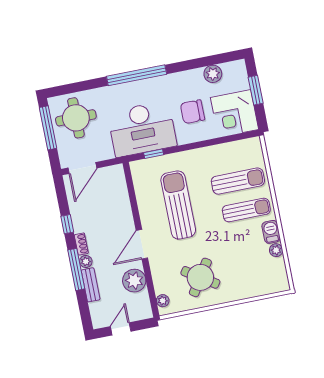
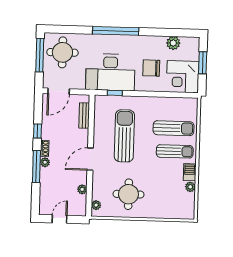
round table: (200, 277) -> (128, 194), turned -33
plant: (134, 281) -> (82, 189), width x0.53, depth x0.53
bench: (91, 285) -> (84, 115), moved

